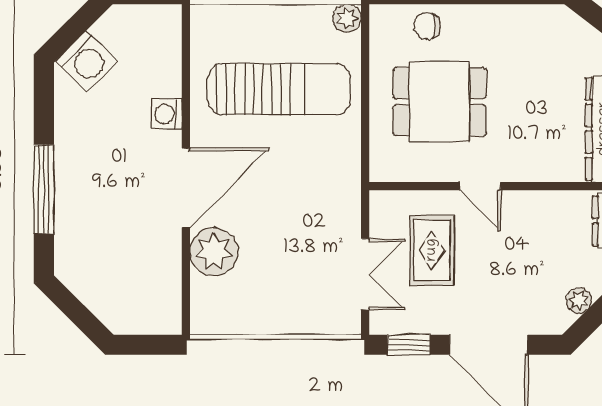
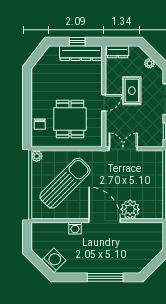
sun lounger: (279, 89) -> (65, 183), turned 45
rug: (432, 250) -> (132, 91), moved, turned 90
double door: (365, 274) -> (123, 149), moved

